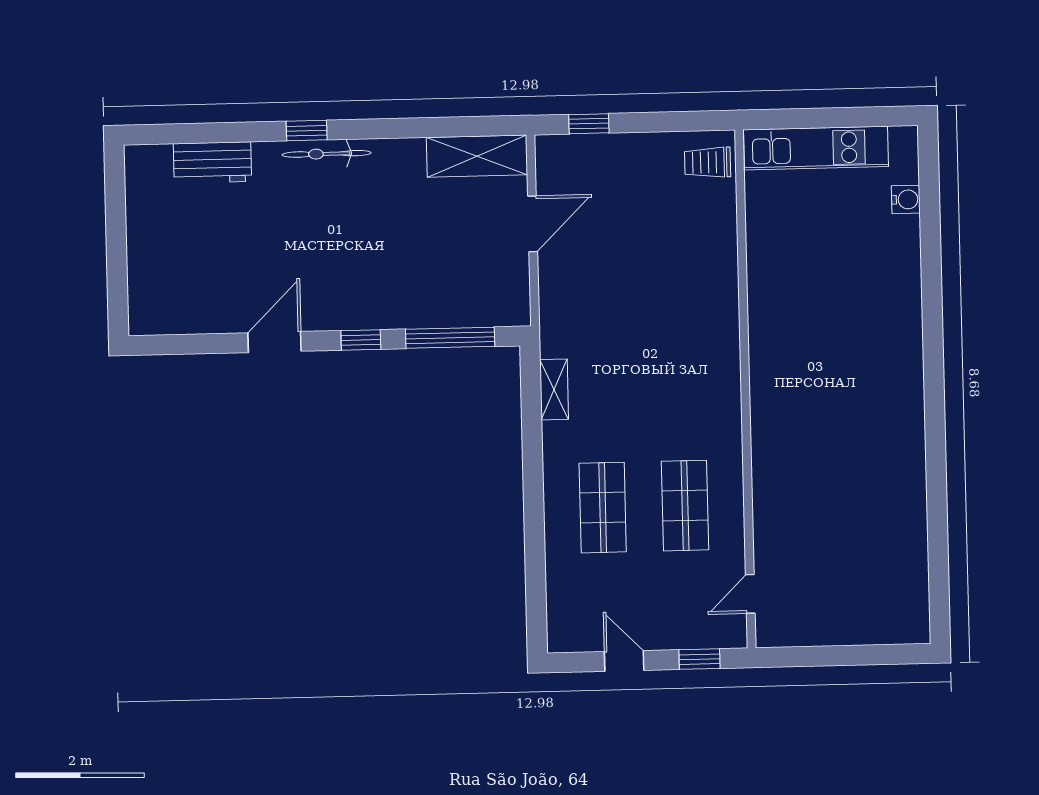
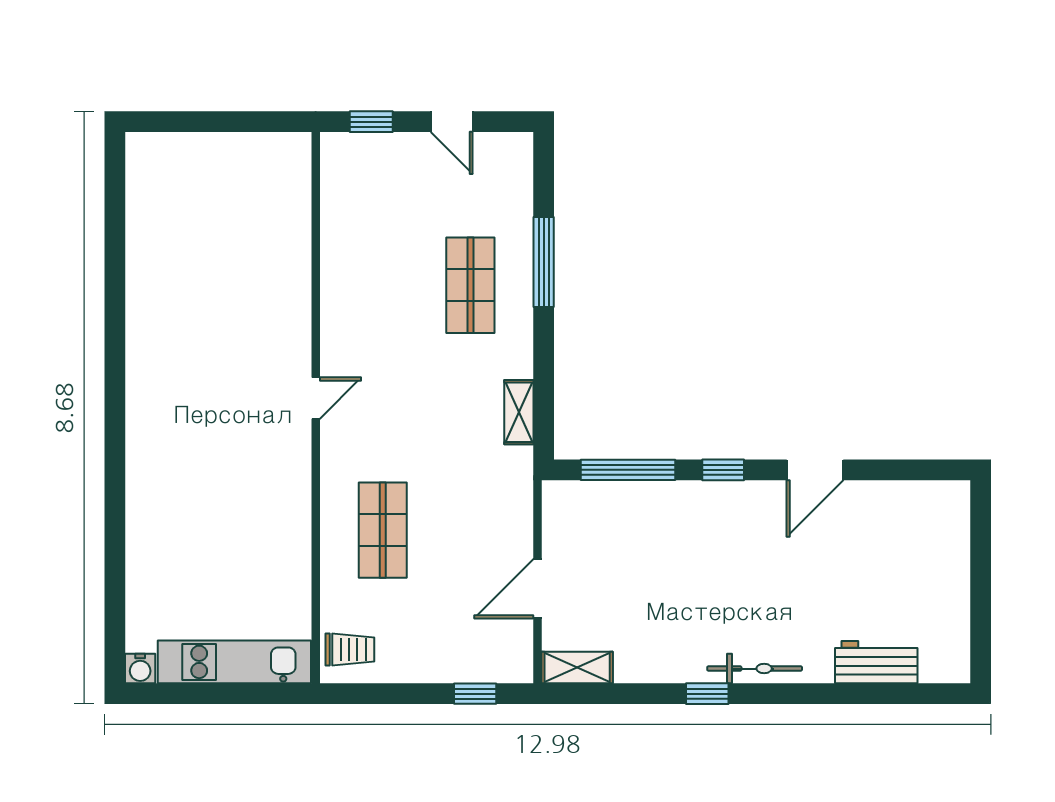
window: (307, 131) -> (707, 694), moved
shelving: (477, 156) -> (577, 668), width x0.67, depth x0.75
water cooler: (906, 199) -> (140, 669), moved, turned -90
shop shelf: (685, 506) -> (383, 530), moved
window: (534, 531) -> (544, 262), added
door: (750, 594) -> (316, 398), moved

